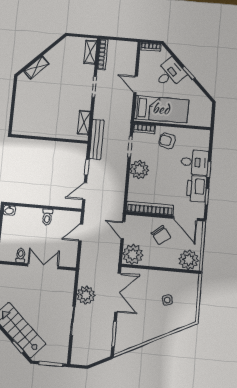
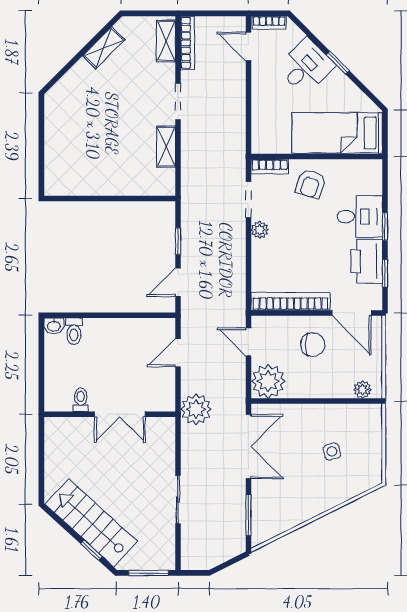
shelving: (36, 67) -> (104, 48), moved
door: (136, 84) -> (248, 46), moved
bed: (161, 109) -> (337, 133), moved, turned 180
shelving: (84, 123) -> (166, 147), moved
bench: (97, 139) -> (190, 192), removed
armchair: (167, 141) -> (311, 184), turned -85
plant: (139, 170) -> (260, 230), width x0.53, depth x0.53
toilet: (47, 217) -> (74, 331), moved
chair: (161, 235) -> (313, 345), turned -52
plant: (189, 260) -> (362, 390), width x0.53, depth x0.53
double door: (43, 266) -> (120, 414), swing flipped
plant: (86, 295) -> (196, 409), moved

